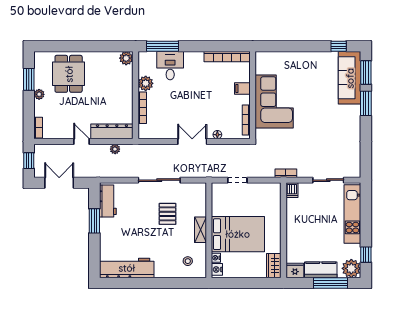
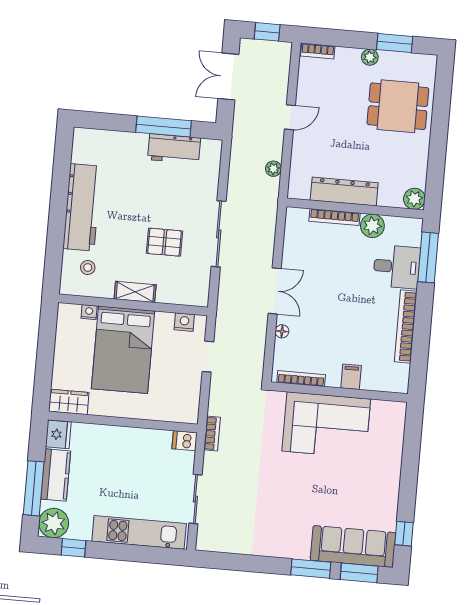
bookcase: (227, 57) -> (406, 326), moved
dresser: (112, 131) -> (344, 191), moved, turned -90
double door: (59, 183) -> (228, 76), swing flipped
workbench: (108, 201) -> (174, 149), moved
window: (94, 221) -> (164, 126), width x1.44
workbench: (127, 268) -> (82, 207), moved
nightstand: (217, 269) -> (184, 322), moved

